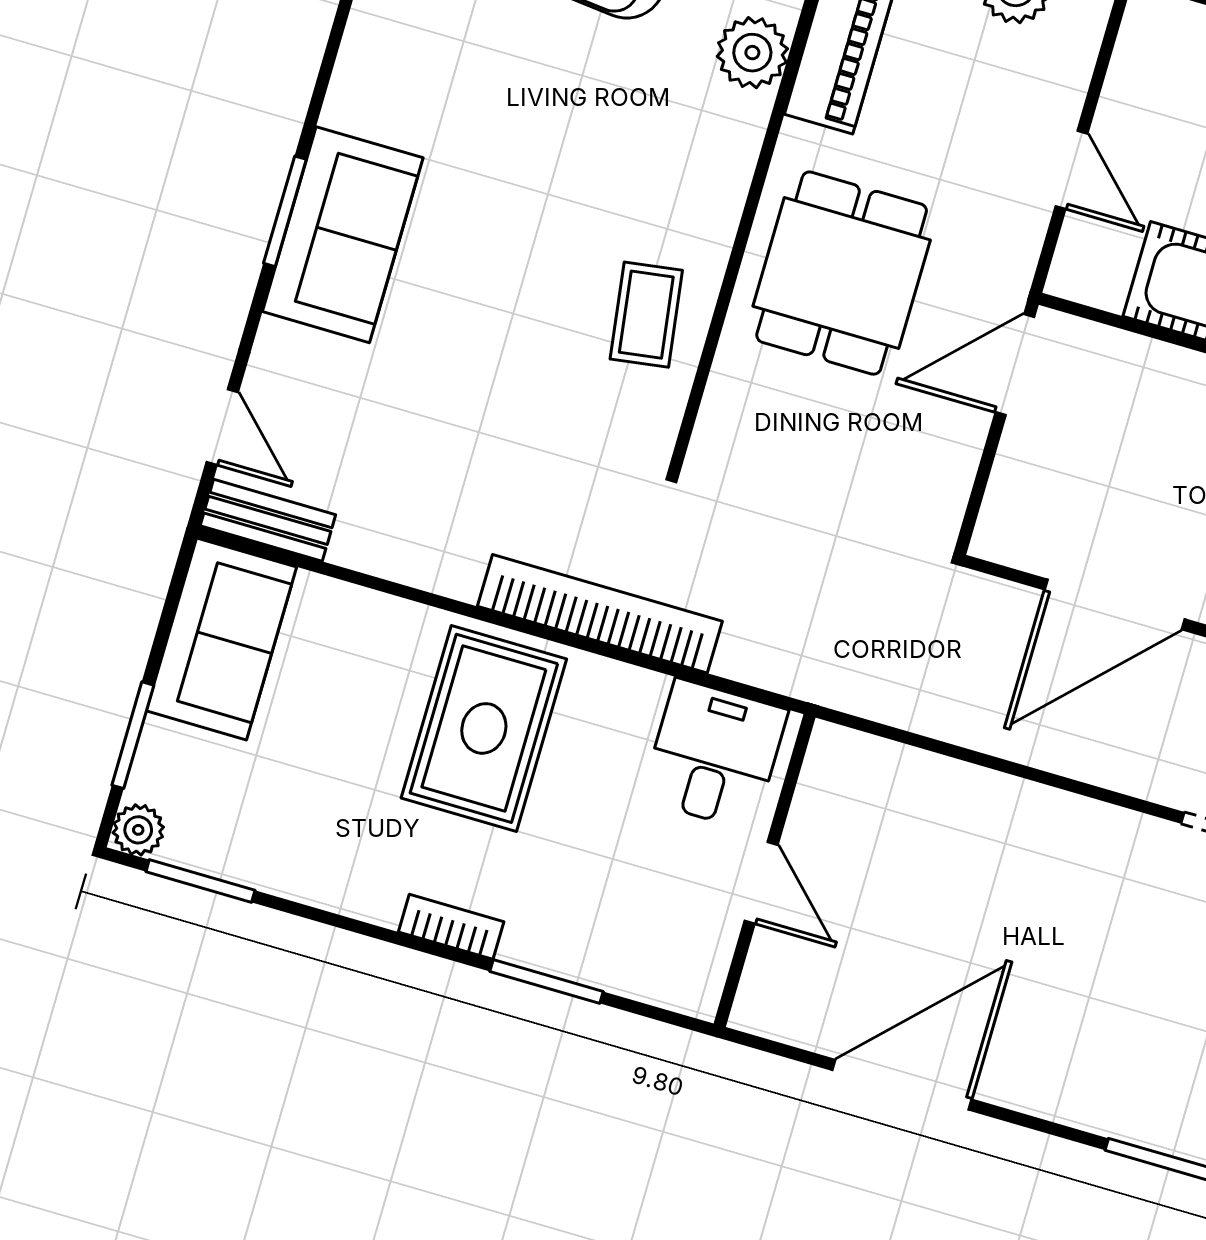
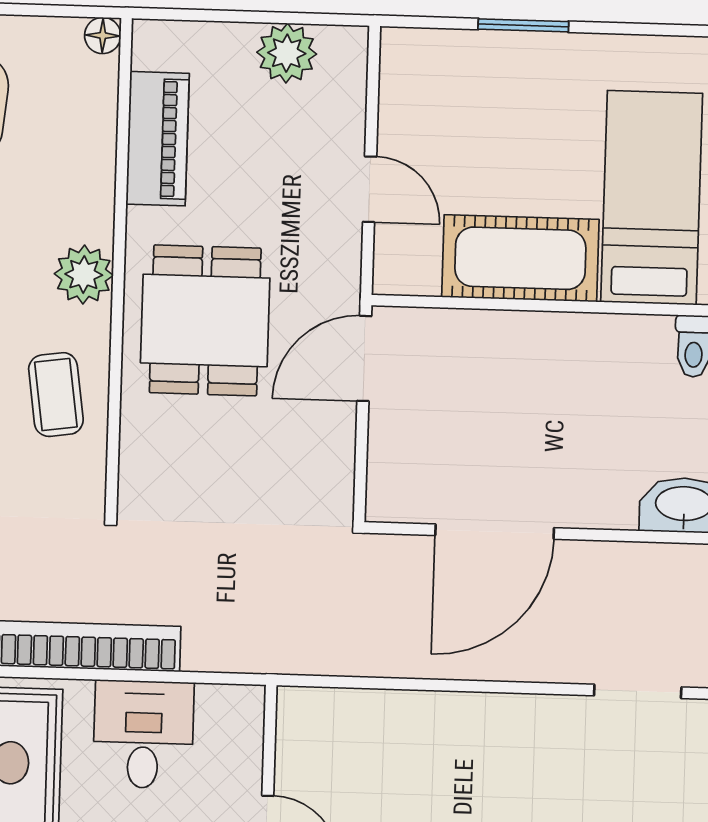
plant: (752, 53) -> (84, 275), moved
desk: (714, 755) -> (143, 734), moved

